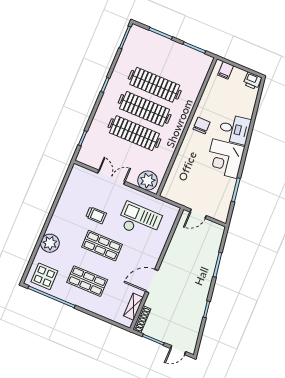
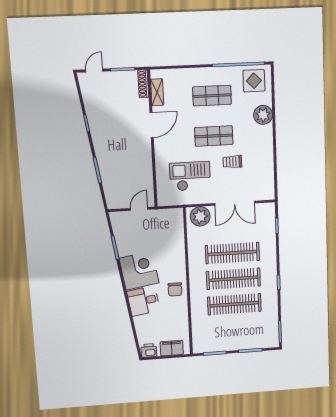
filing cabinet: (226, 70) -> (172, 348), width x2.00
double door: (111, 177) -> (235, 203), width x1.37
checkout: (139, 221) -> (190, 176), turned 180

